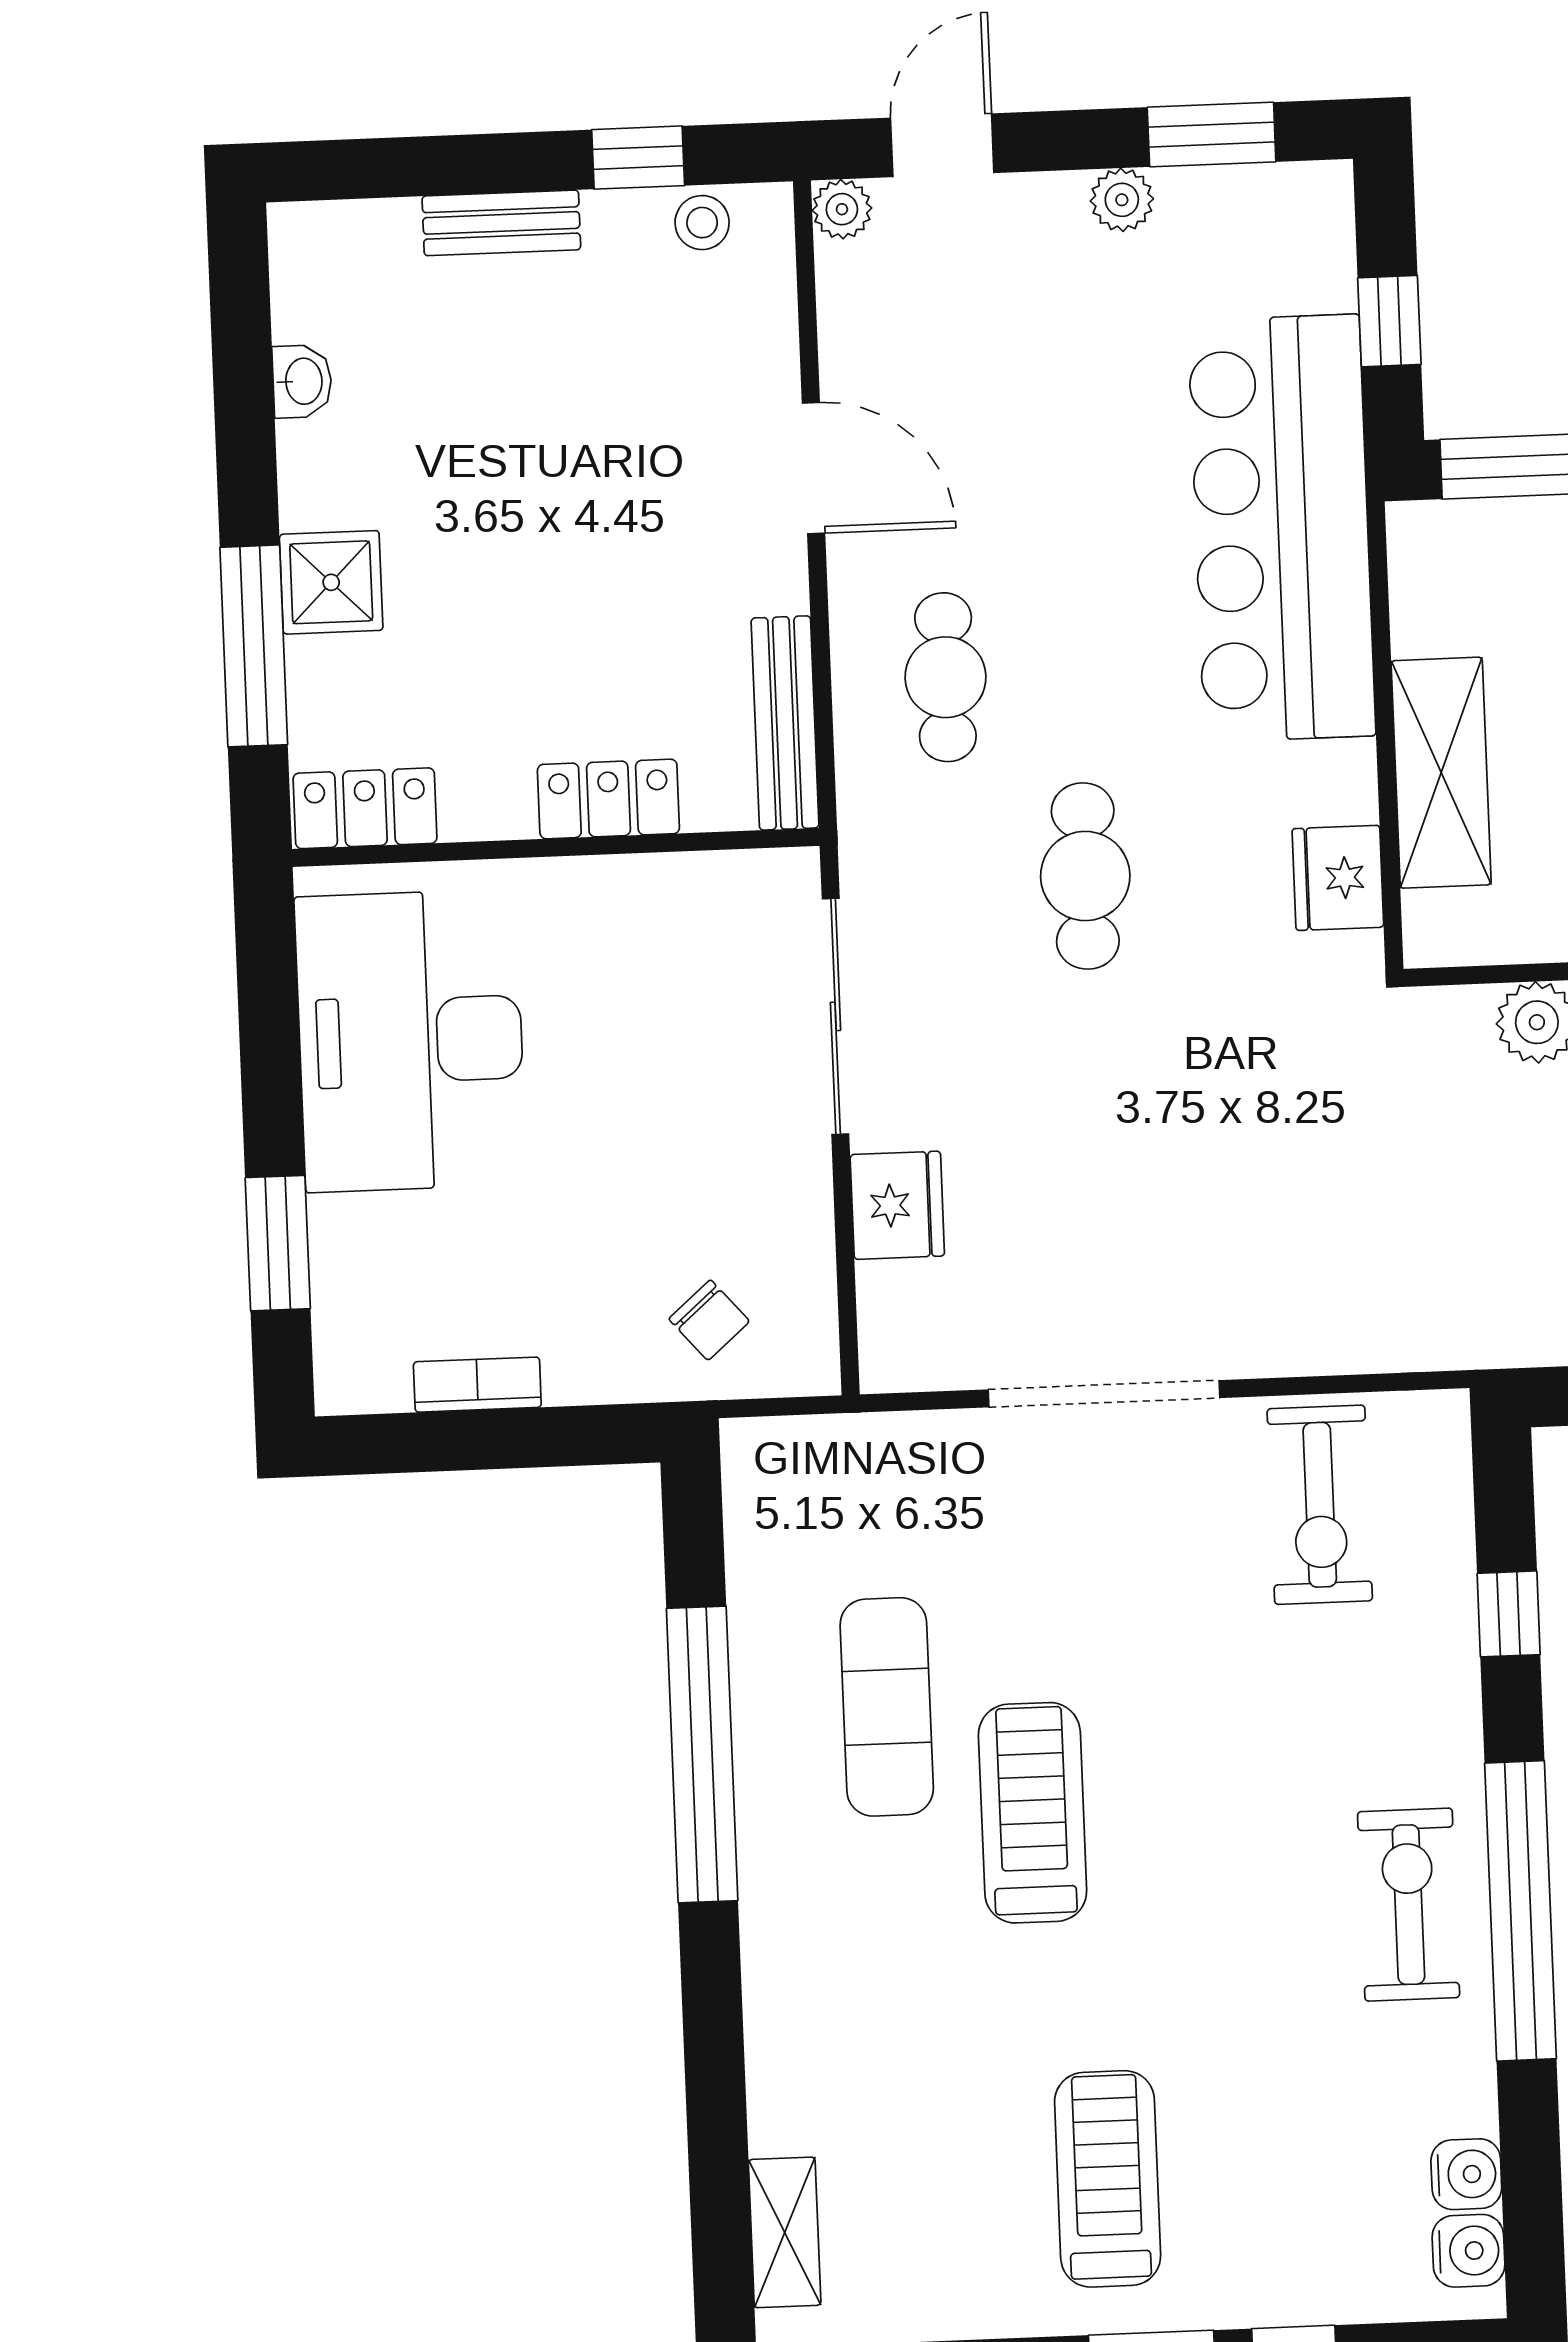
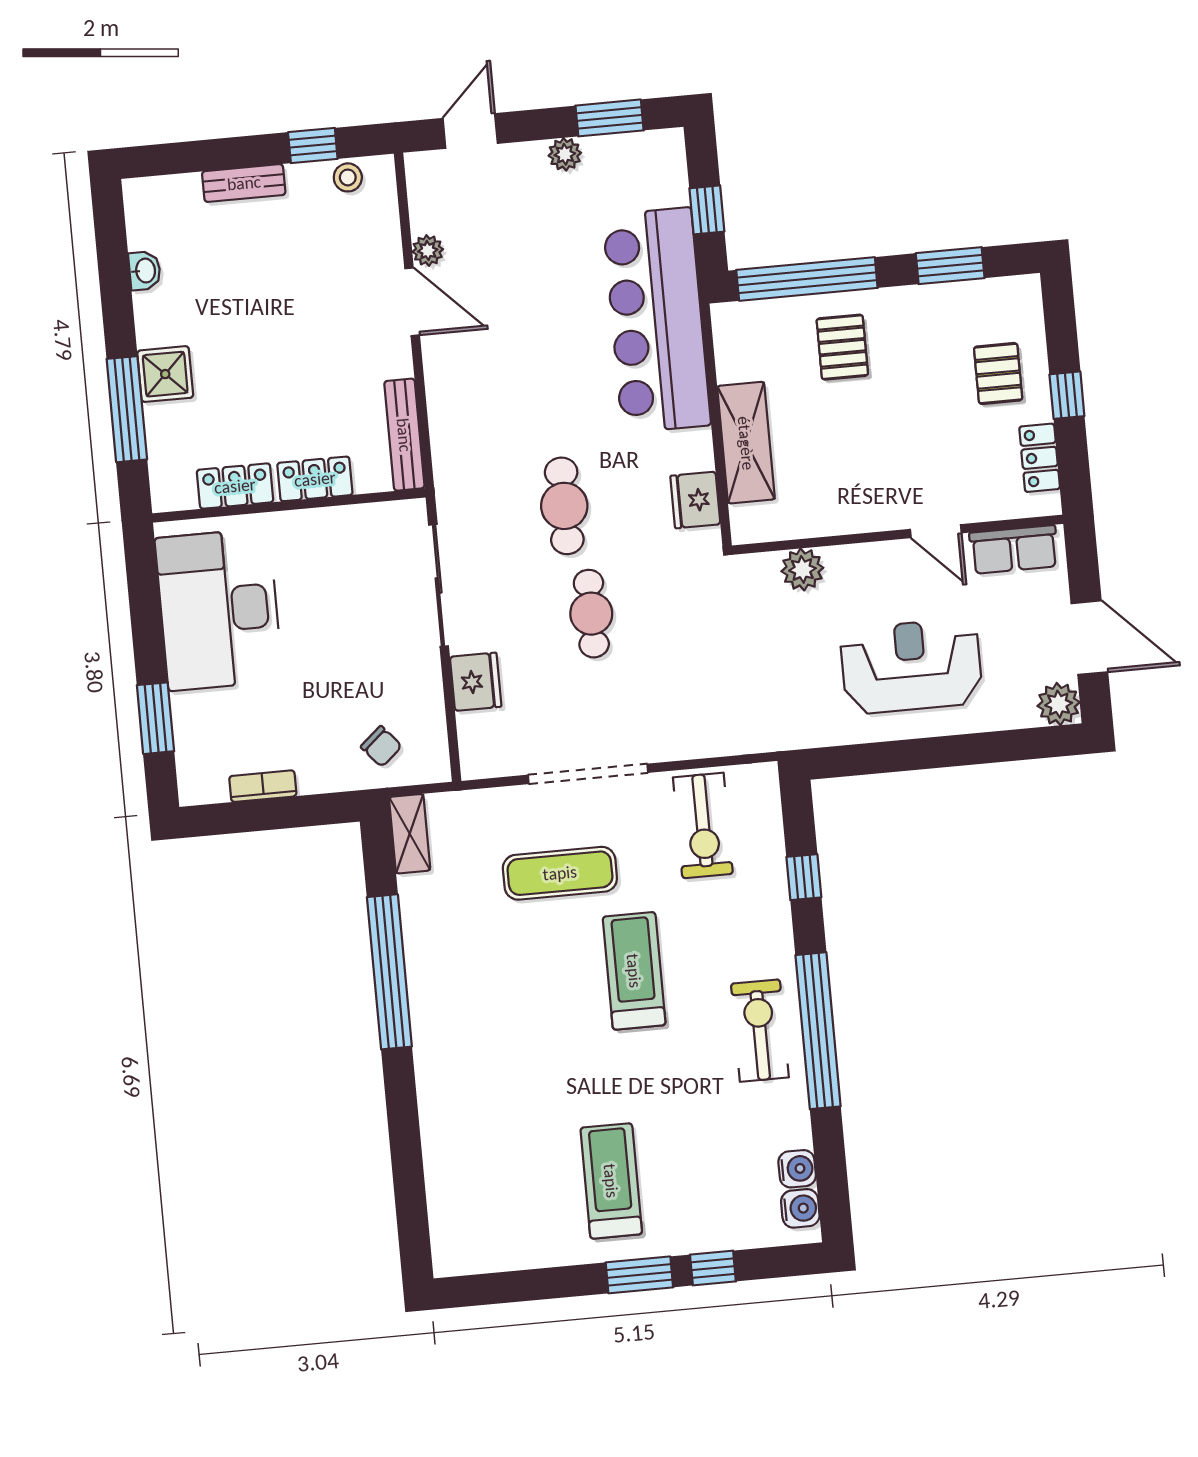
plant: (842, 209) -> (428, 250), moved
cafe table: (945, 677) -> (591, 614), moved
locker: (365, 808) -> (235, 486), moved
exercise mat: (887, 1707) -> (560, 873), moved, turned 90
treadmill: (1033, 1813) -> (634, 971), moved
shelving: (785, 2232) -> (410, 834), moved

